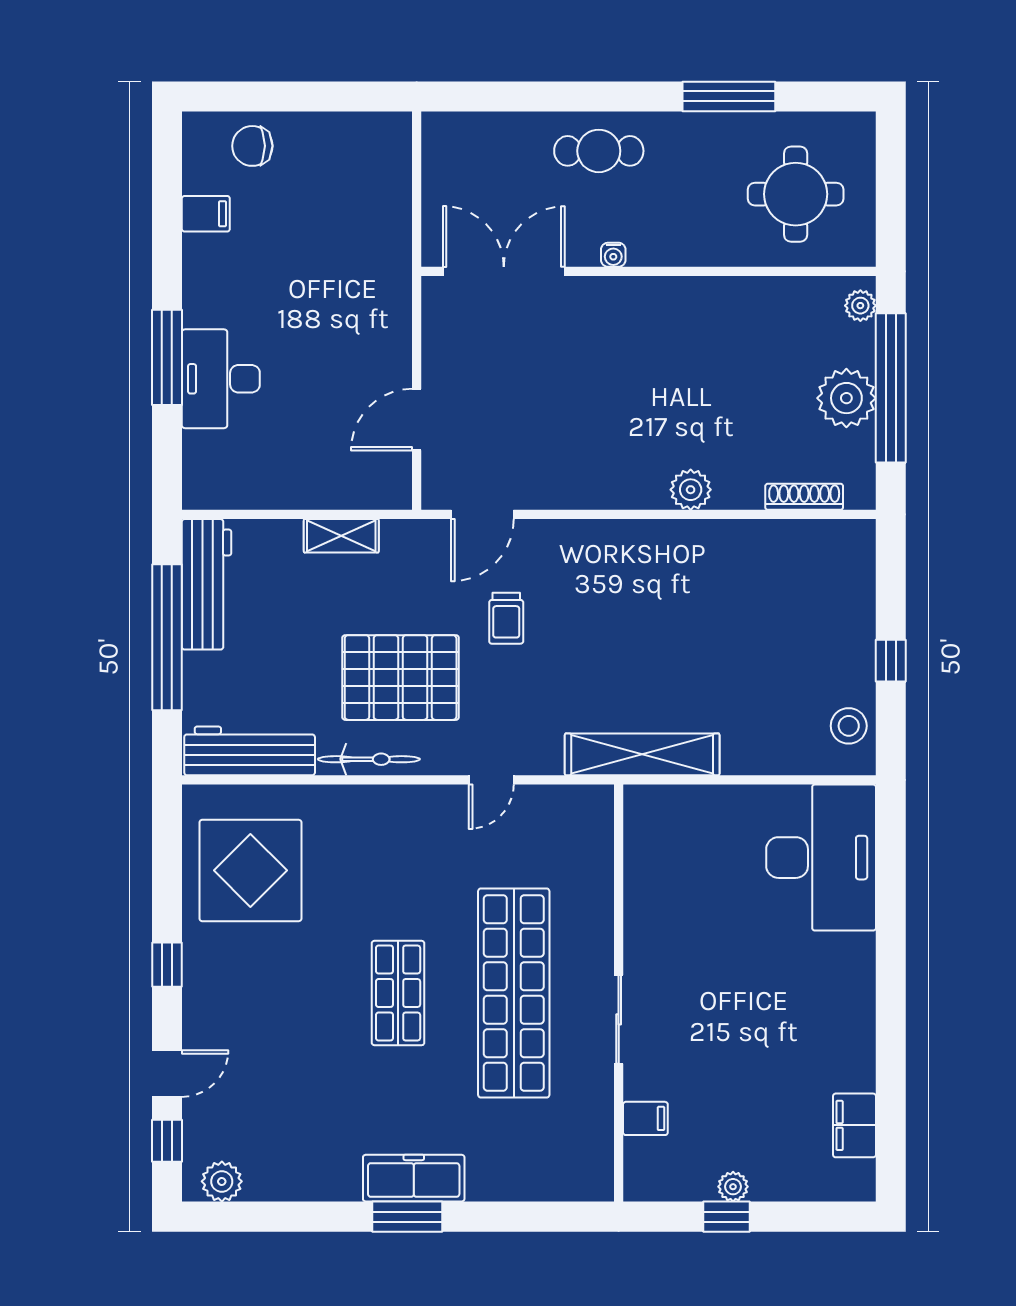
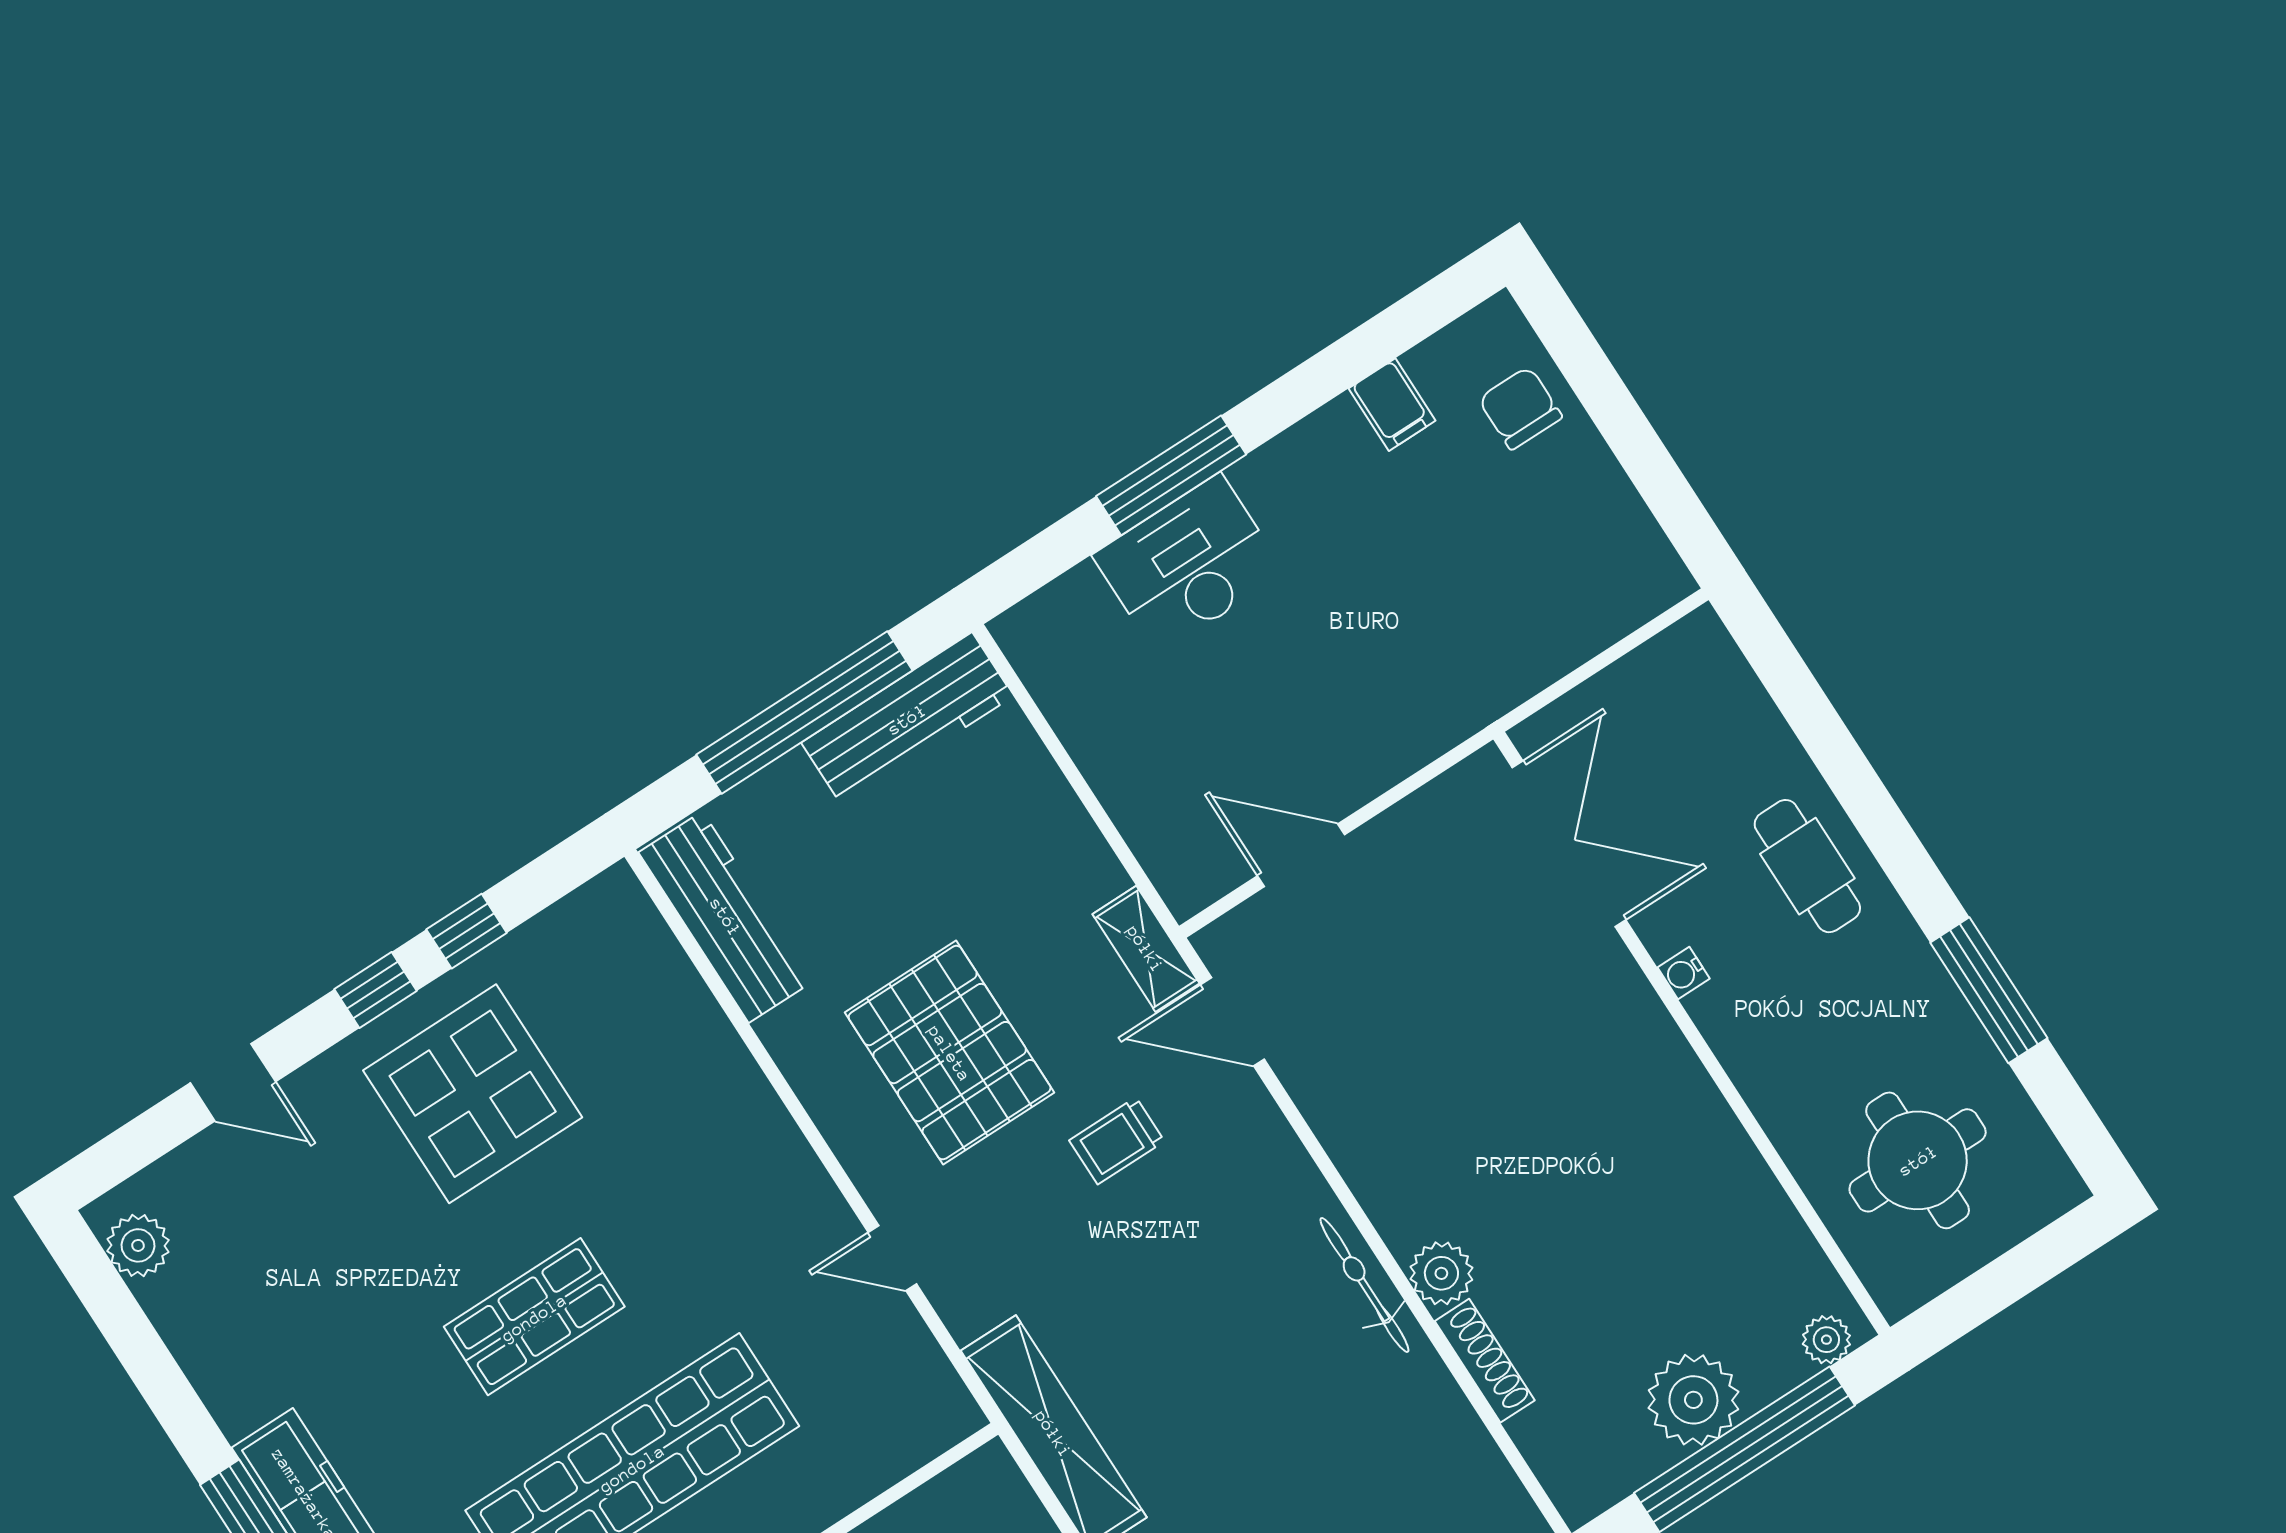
shoe rack: (804, 497) -> (1485, 1361), moved
shelving: (341, 536) -> (1146, 949), moved
bicycle: (369, 759) -> (1364, 1285), moved, turned 180
display table: (250, 870) -> (473, 1094), moved
window: (167, 1141) -> (467, 931), moved

